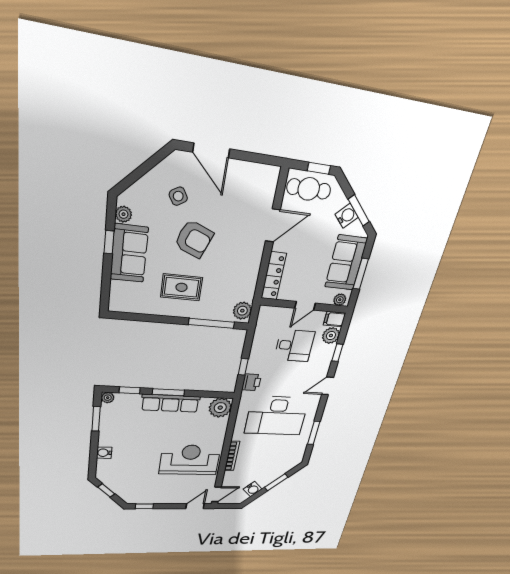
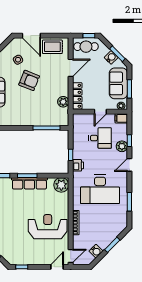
rug: (182, 287) -> (52, 47), moved
plant: (242, 311) -> (63, 102), moved
plant: (331, 336) -> (122, 146), moved

